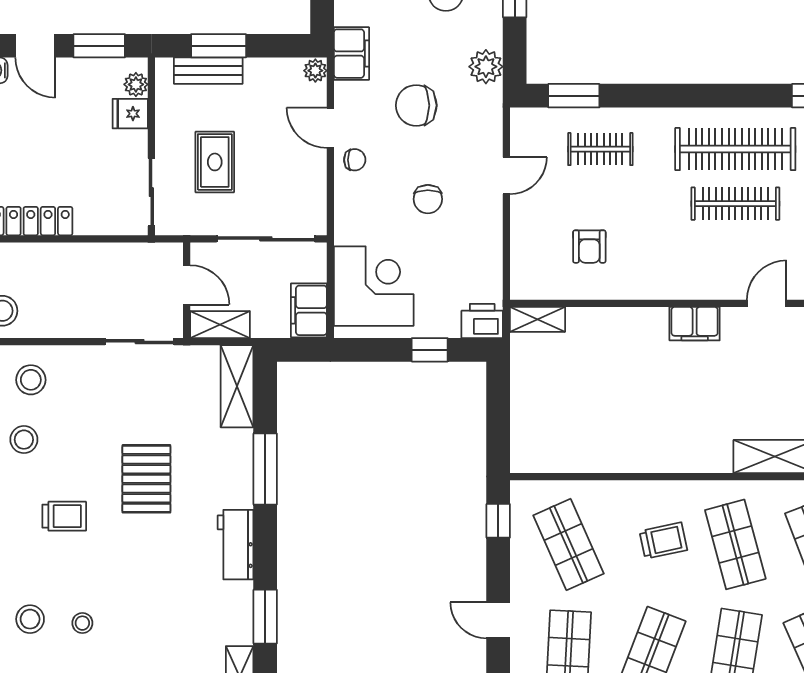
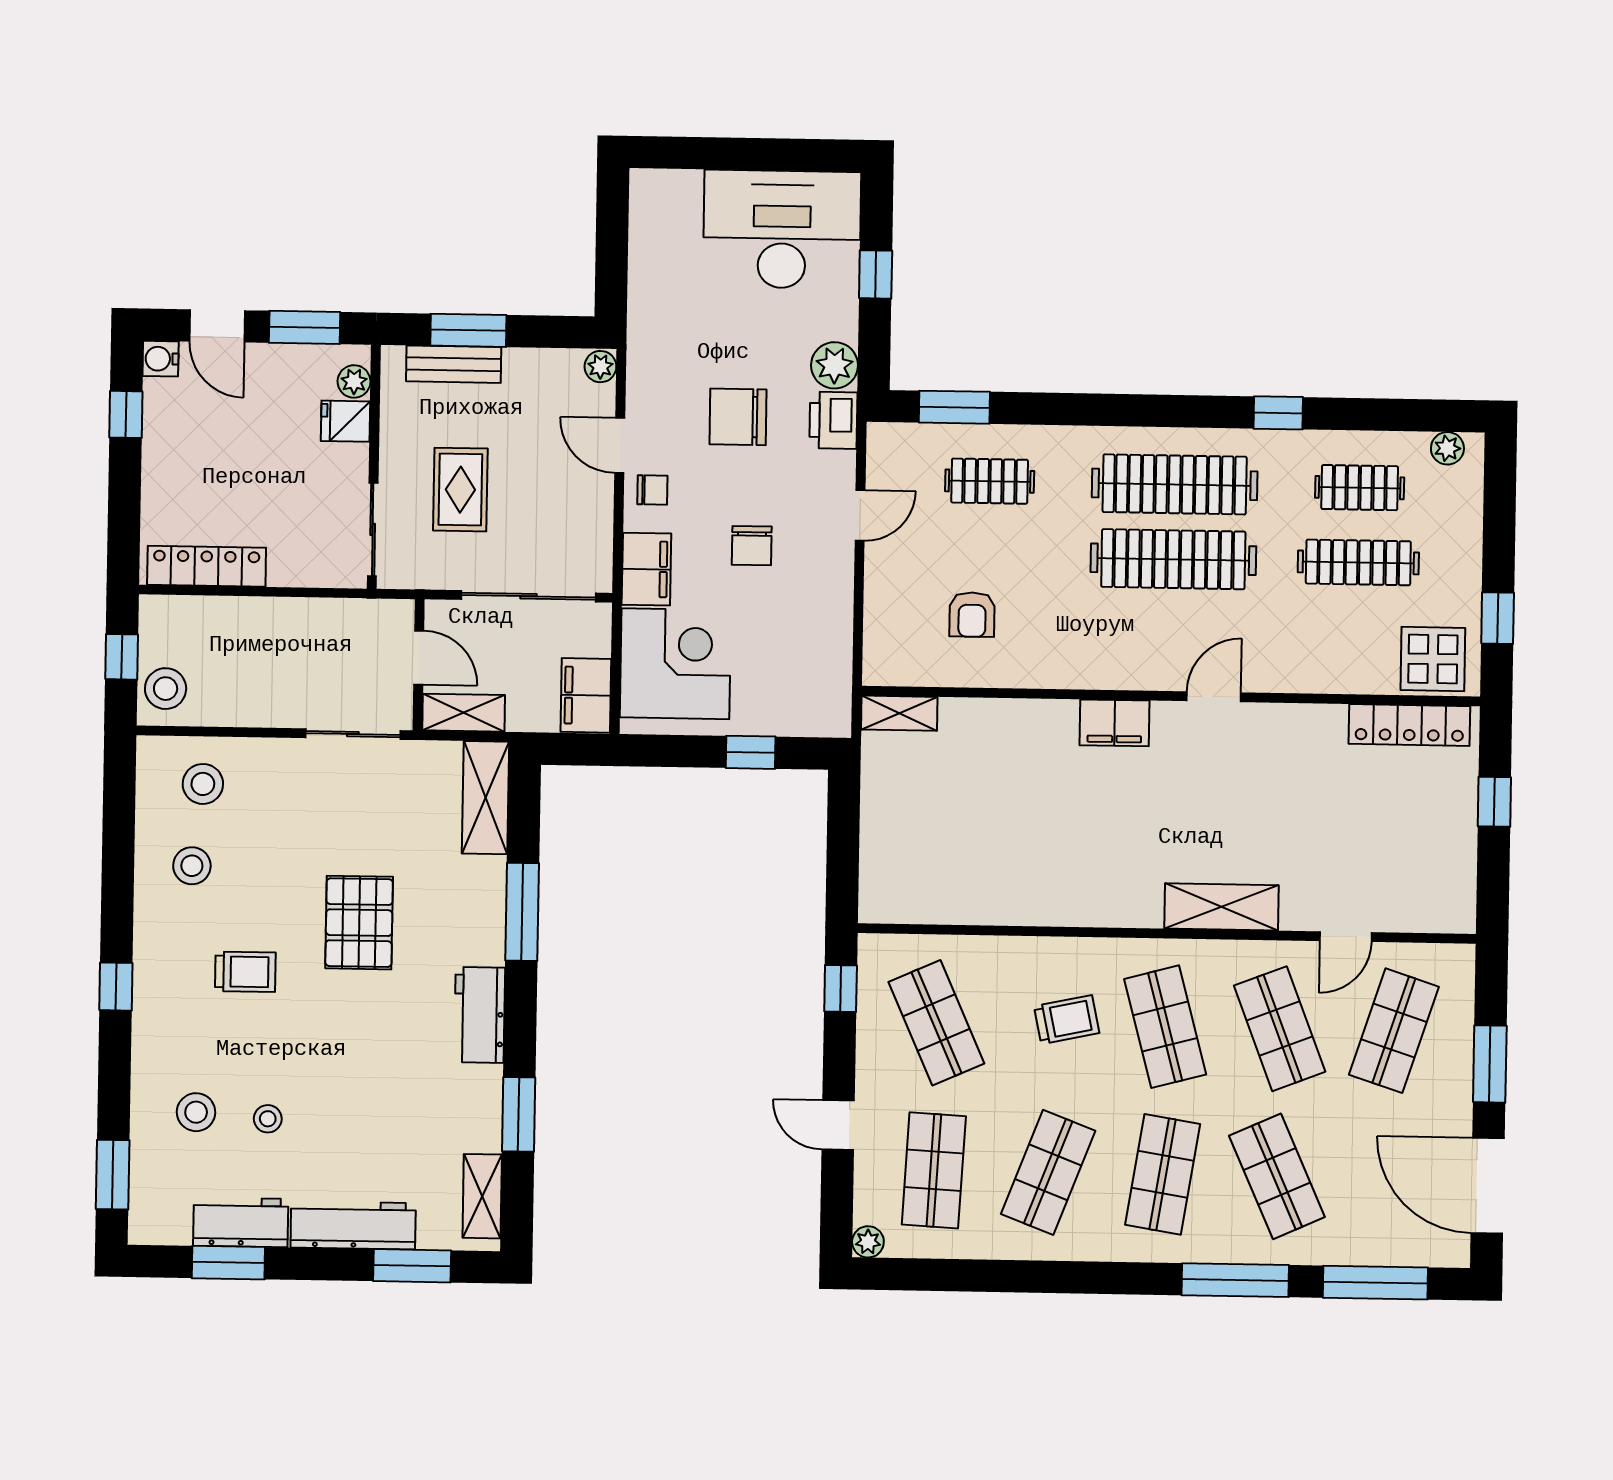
filing cabinet: (351, 54) -> (646, 569), moved
clothes rail: (735, 204) -> (1173, 559), width x1.37, depth x1.31
printer: (482, 321) -> (833, 420), moved, turned -90

